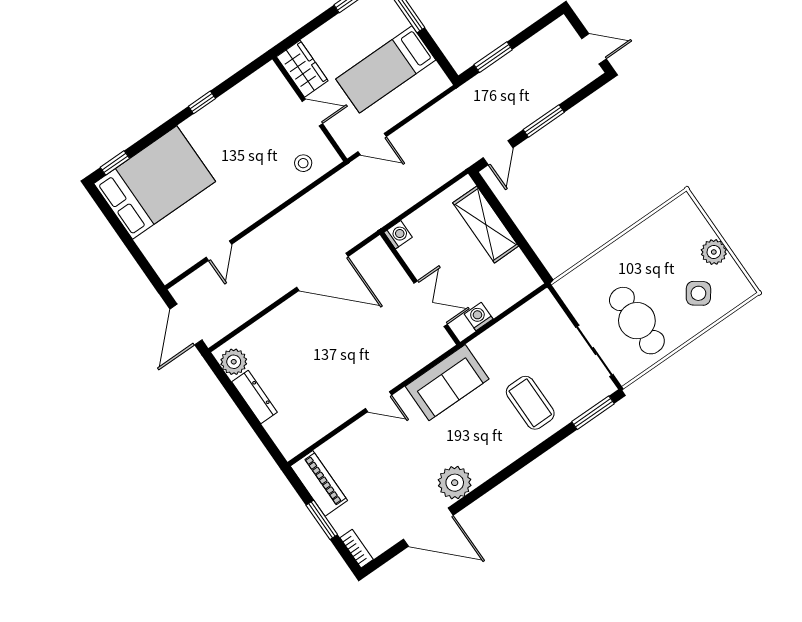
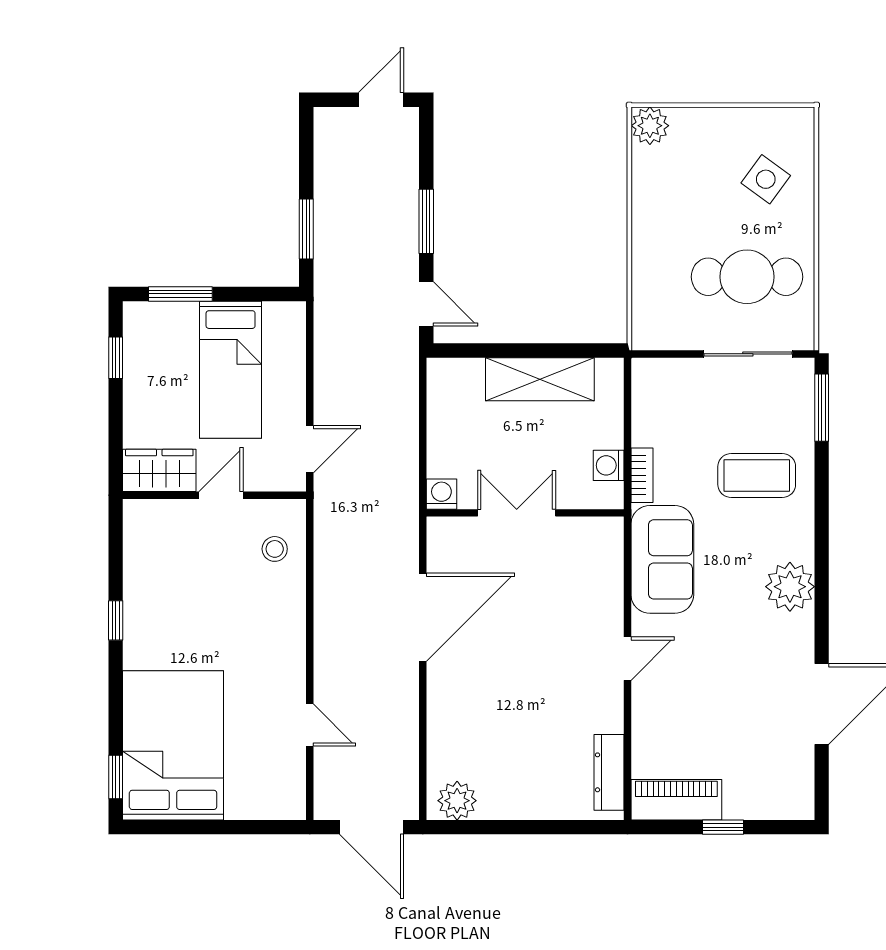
shelving: (486, 224) -> (540, 379), moved
plant: (714, 252) -> (650, 126), moved
double door: (431, 304) -> (517, 513), moved
dresser: (254, 397) -> (609, 772), moved, turned -90
plant: (455, 483) -> (790, 587), moved
window: (322, 520) -> (723, 827), width x0.67
bookcase: (357, 549) -> (642, 475), moved, turned 90

